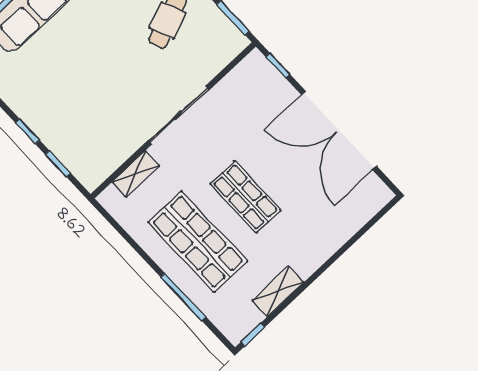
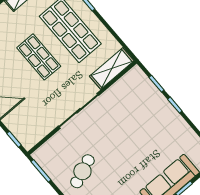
shelving: (136, 174) -> (112, 68), width x1.50, depth x1.33

